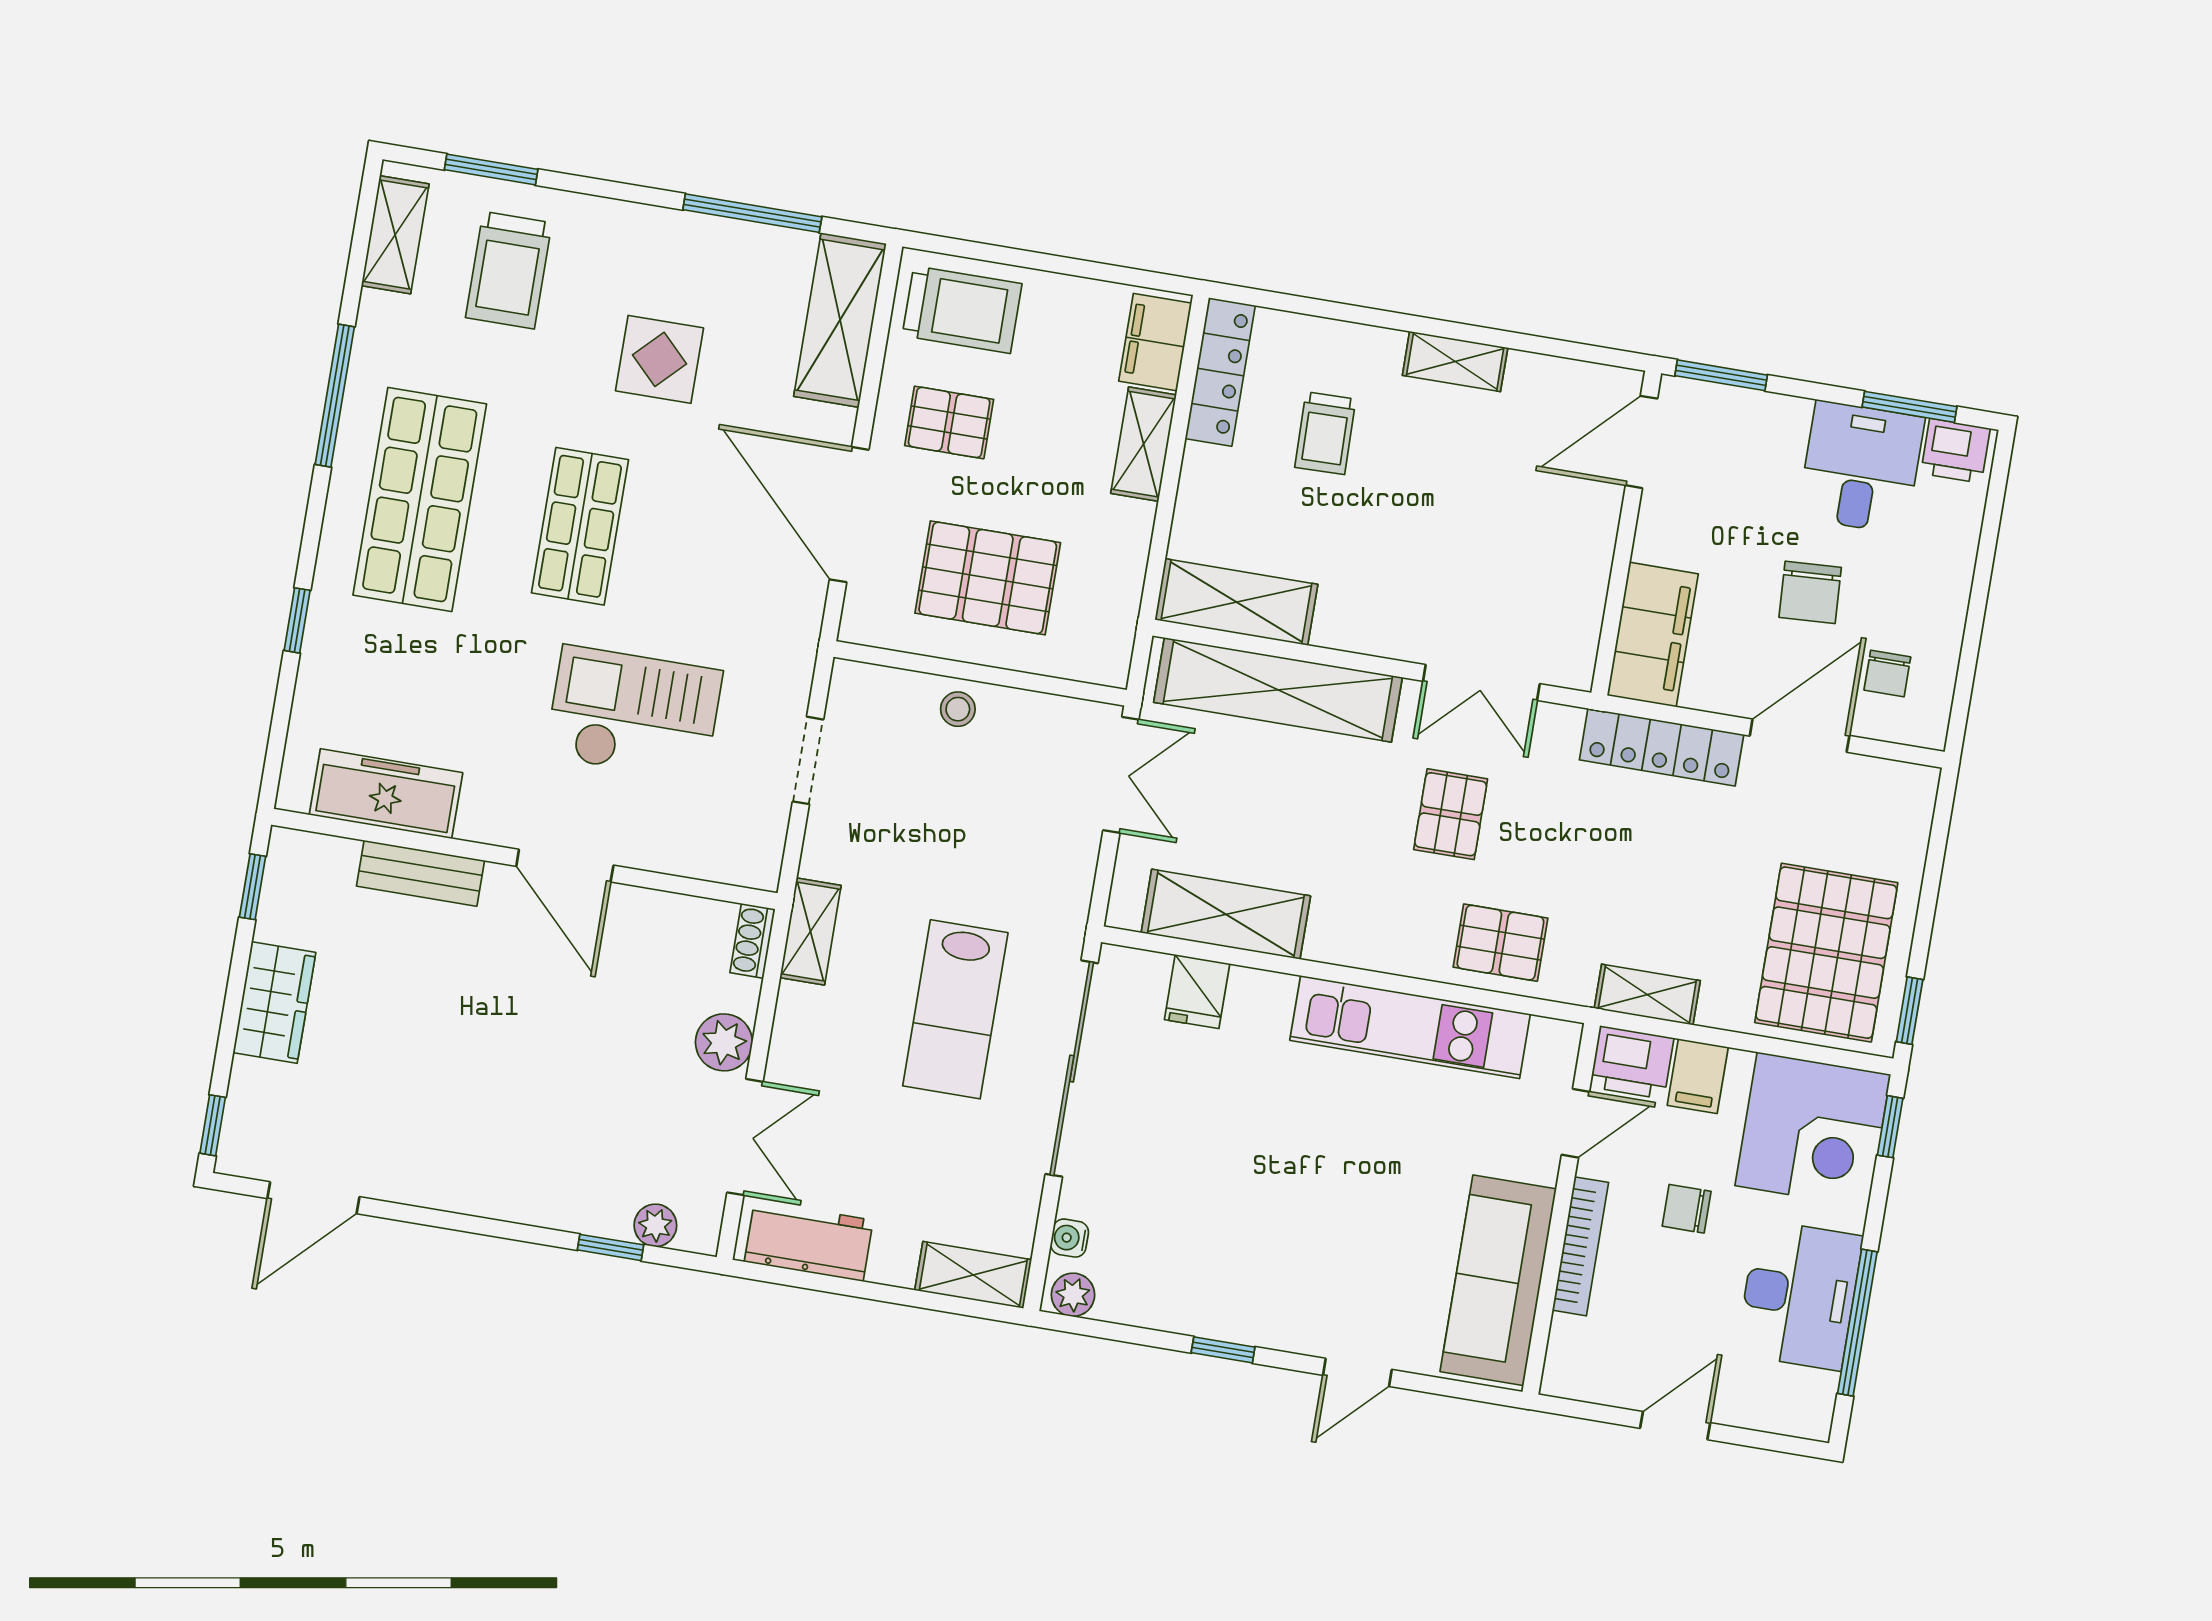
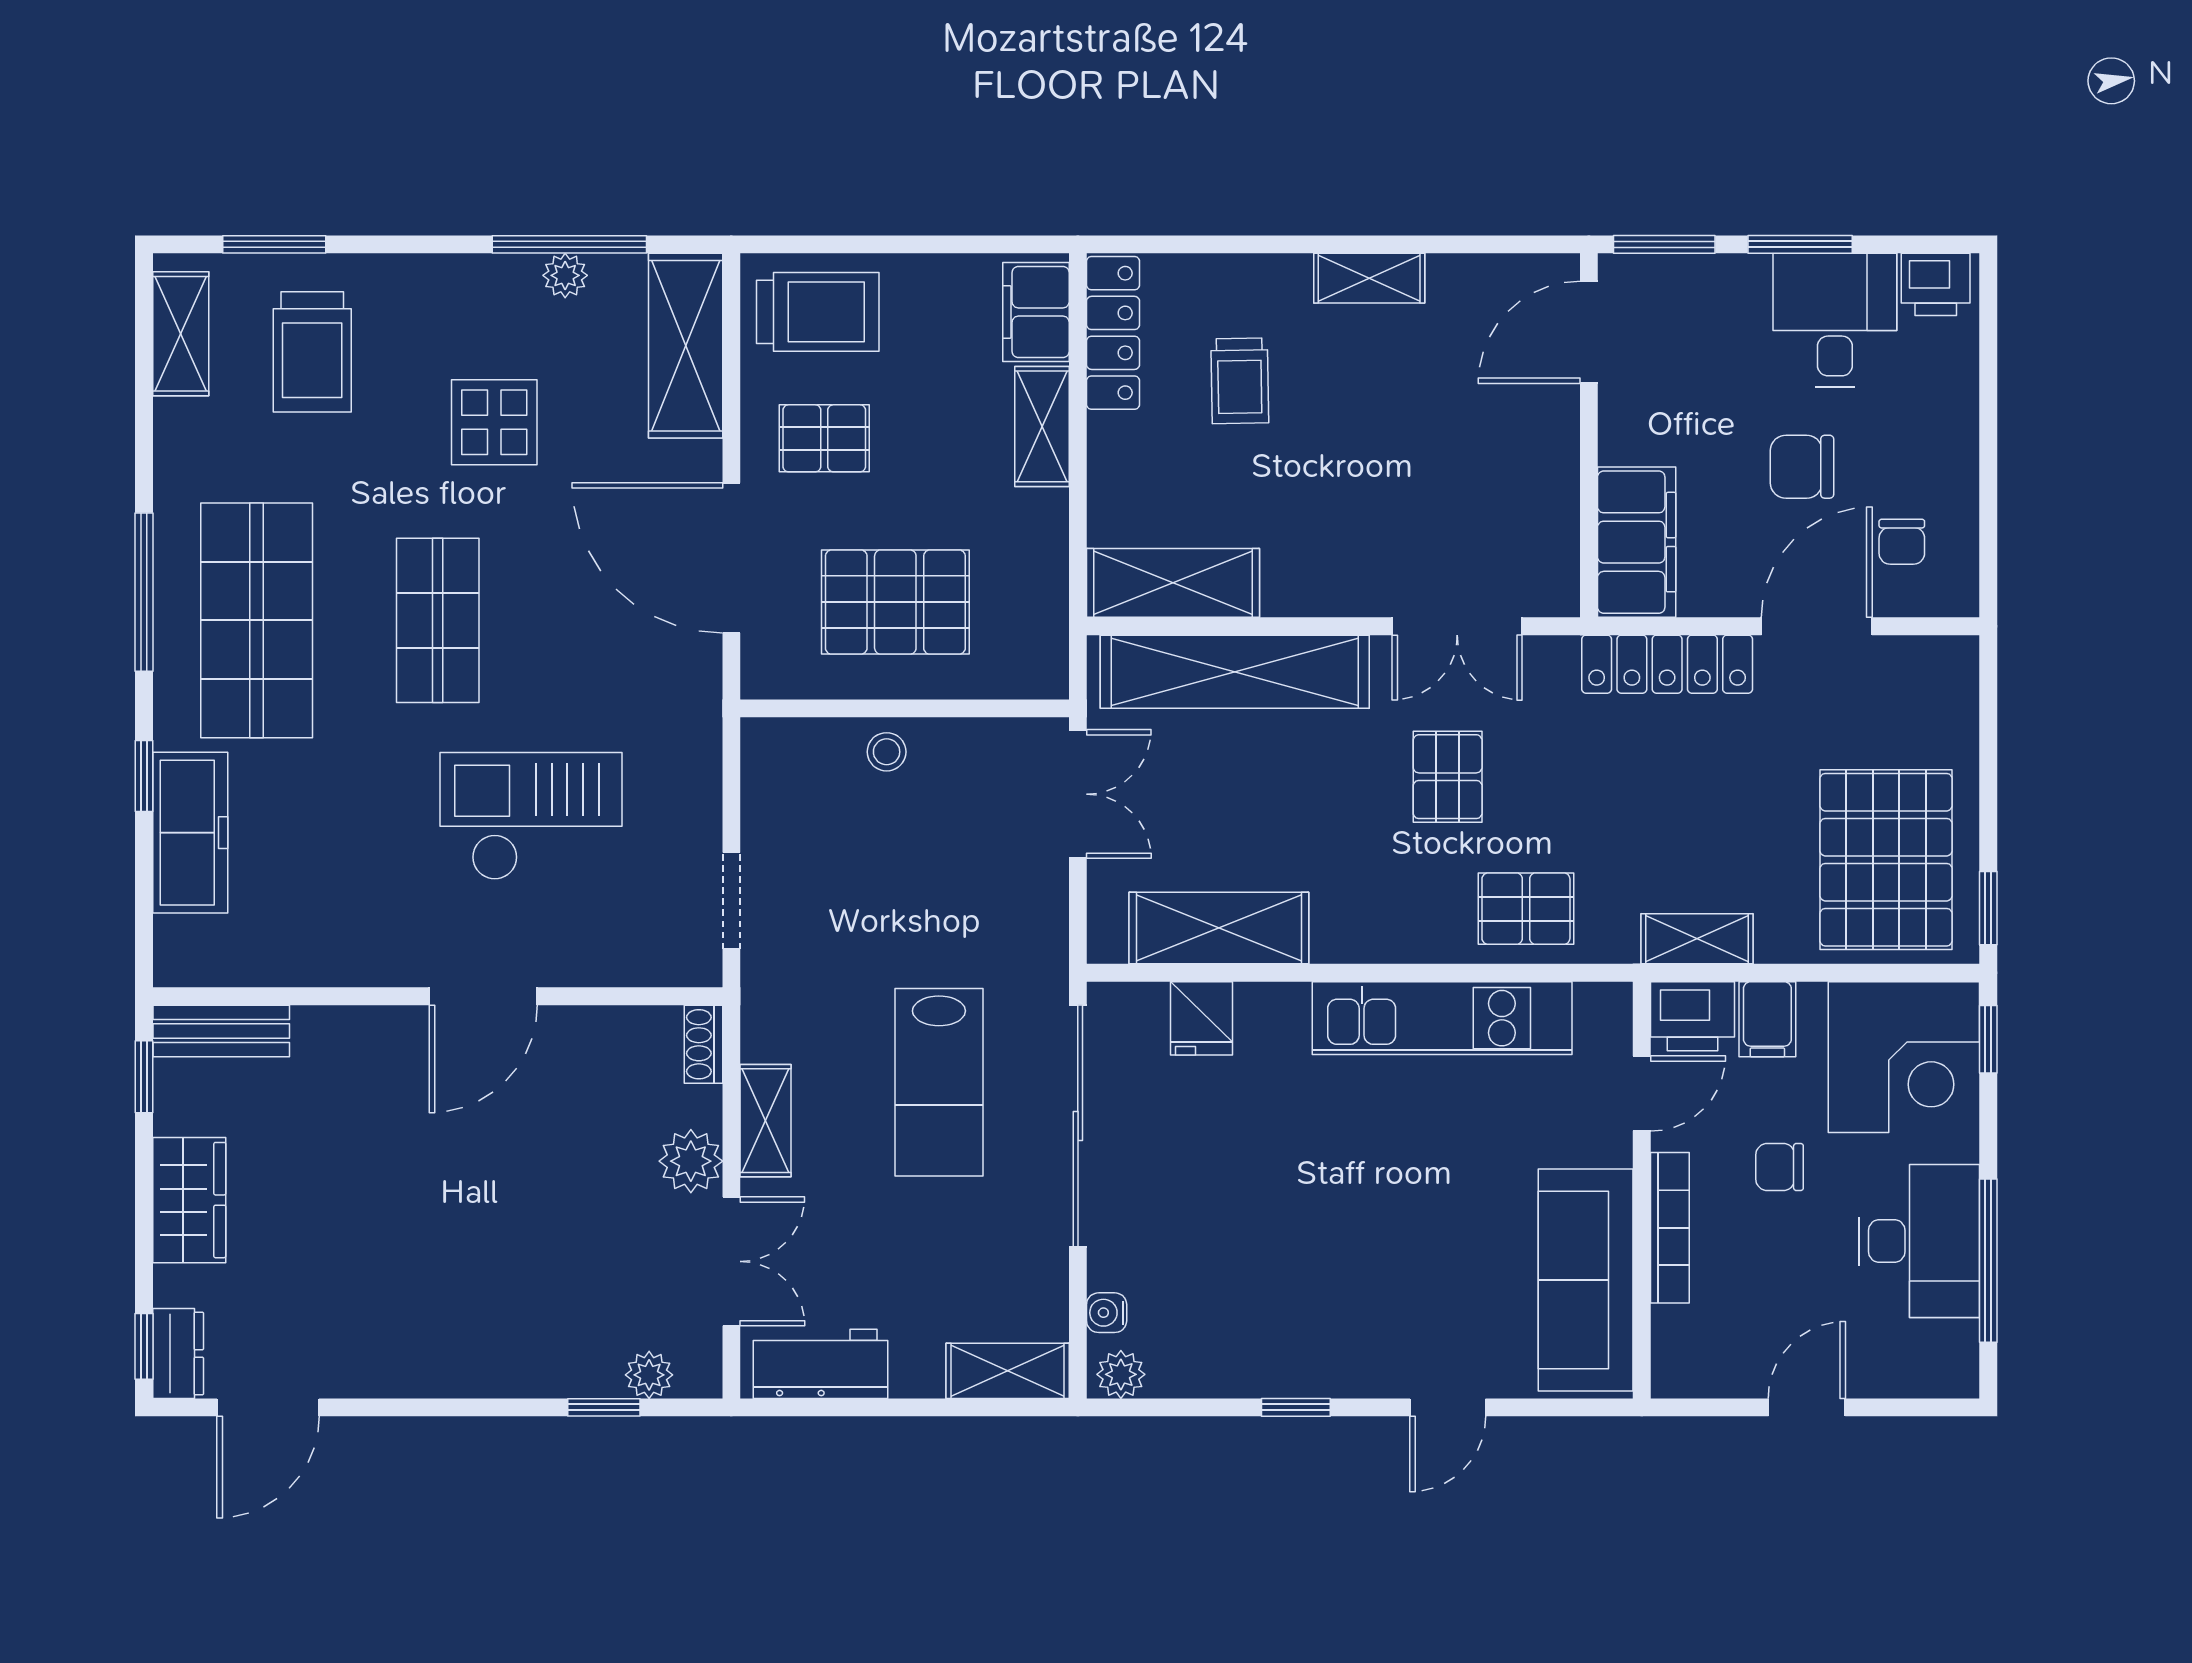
plant: (744, 240) -> (565, 275), added
window: (335, 396) -> (144, 592), moved
window: (1909, 407) -> (1800, 244), moved
chair: (1810, 592) -> (1802, 467), turned 93
doorway: (808, 760) -> (731, 901), moved
freezer: (386, 794) -> (190, 833), moved, turned 90
door: (565, 866) -> (483, 996), hinge flipped
bench: (421, 873) -> (221, 1031), moved
shelving: (810, 931) -> (765, 1121), moved
dresser: (242, 1137) -> (178, 1353), added

